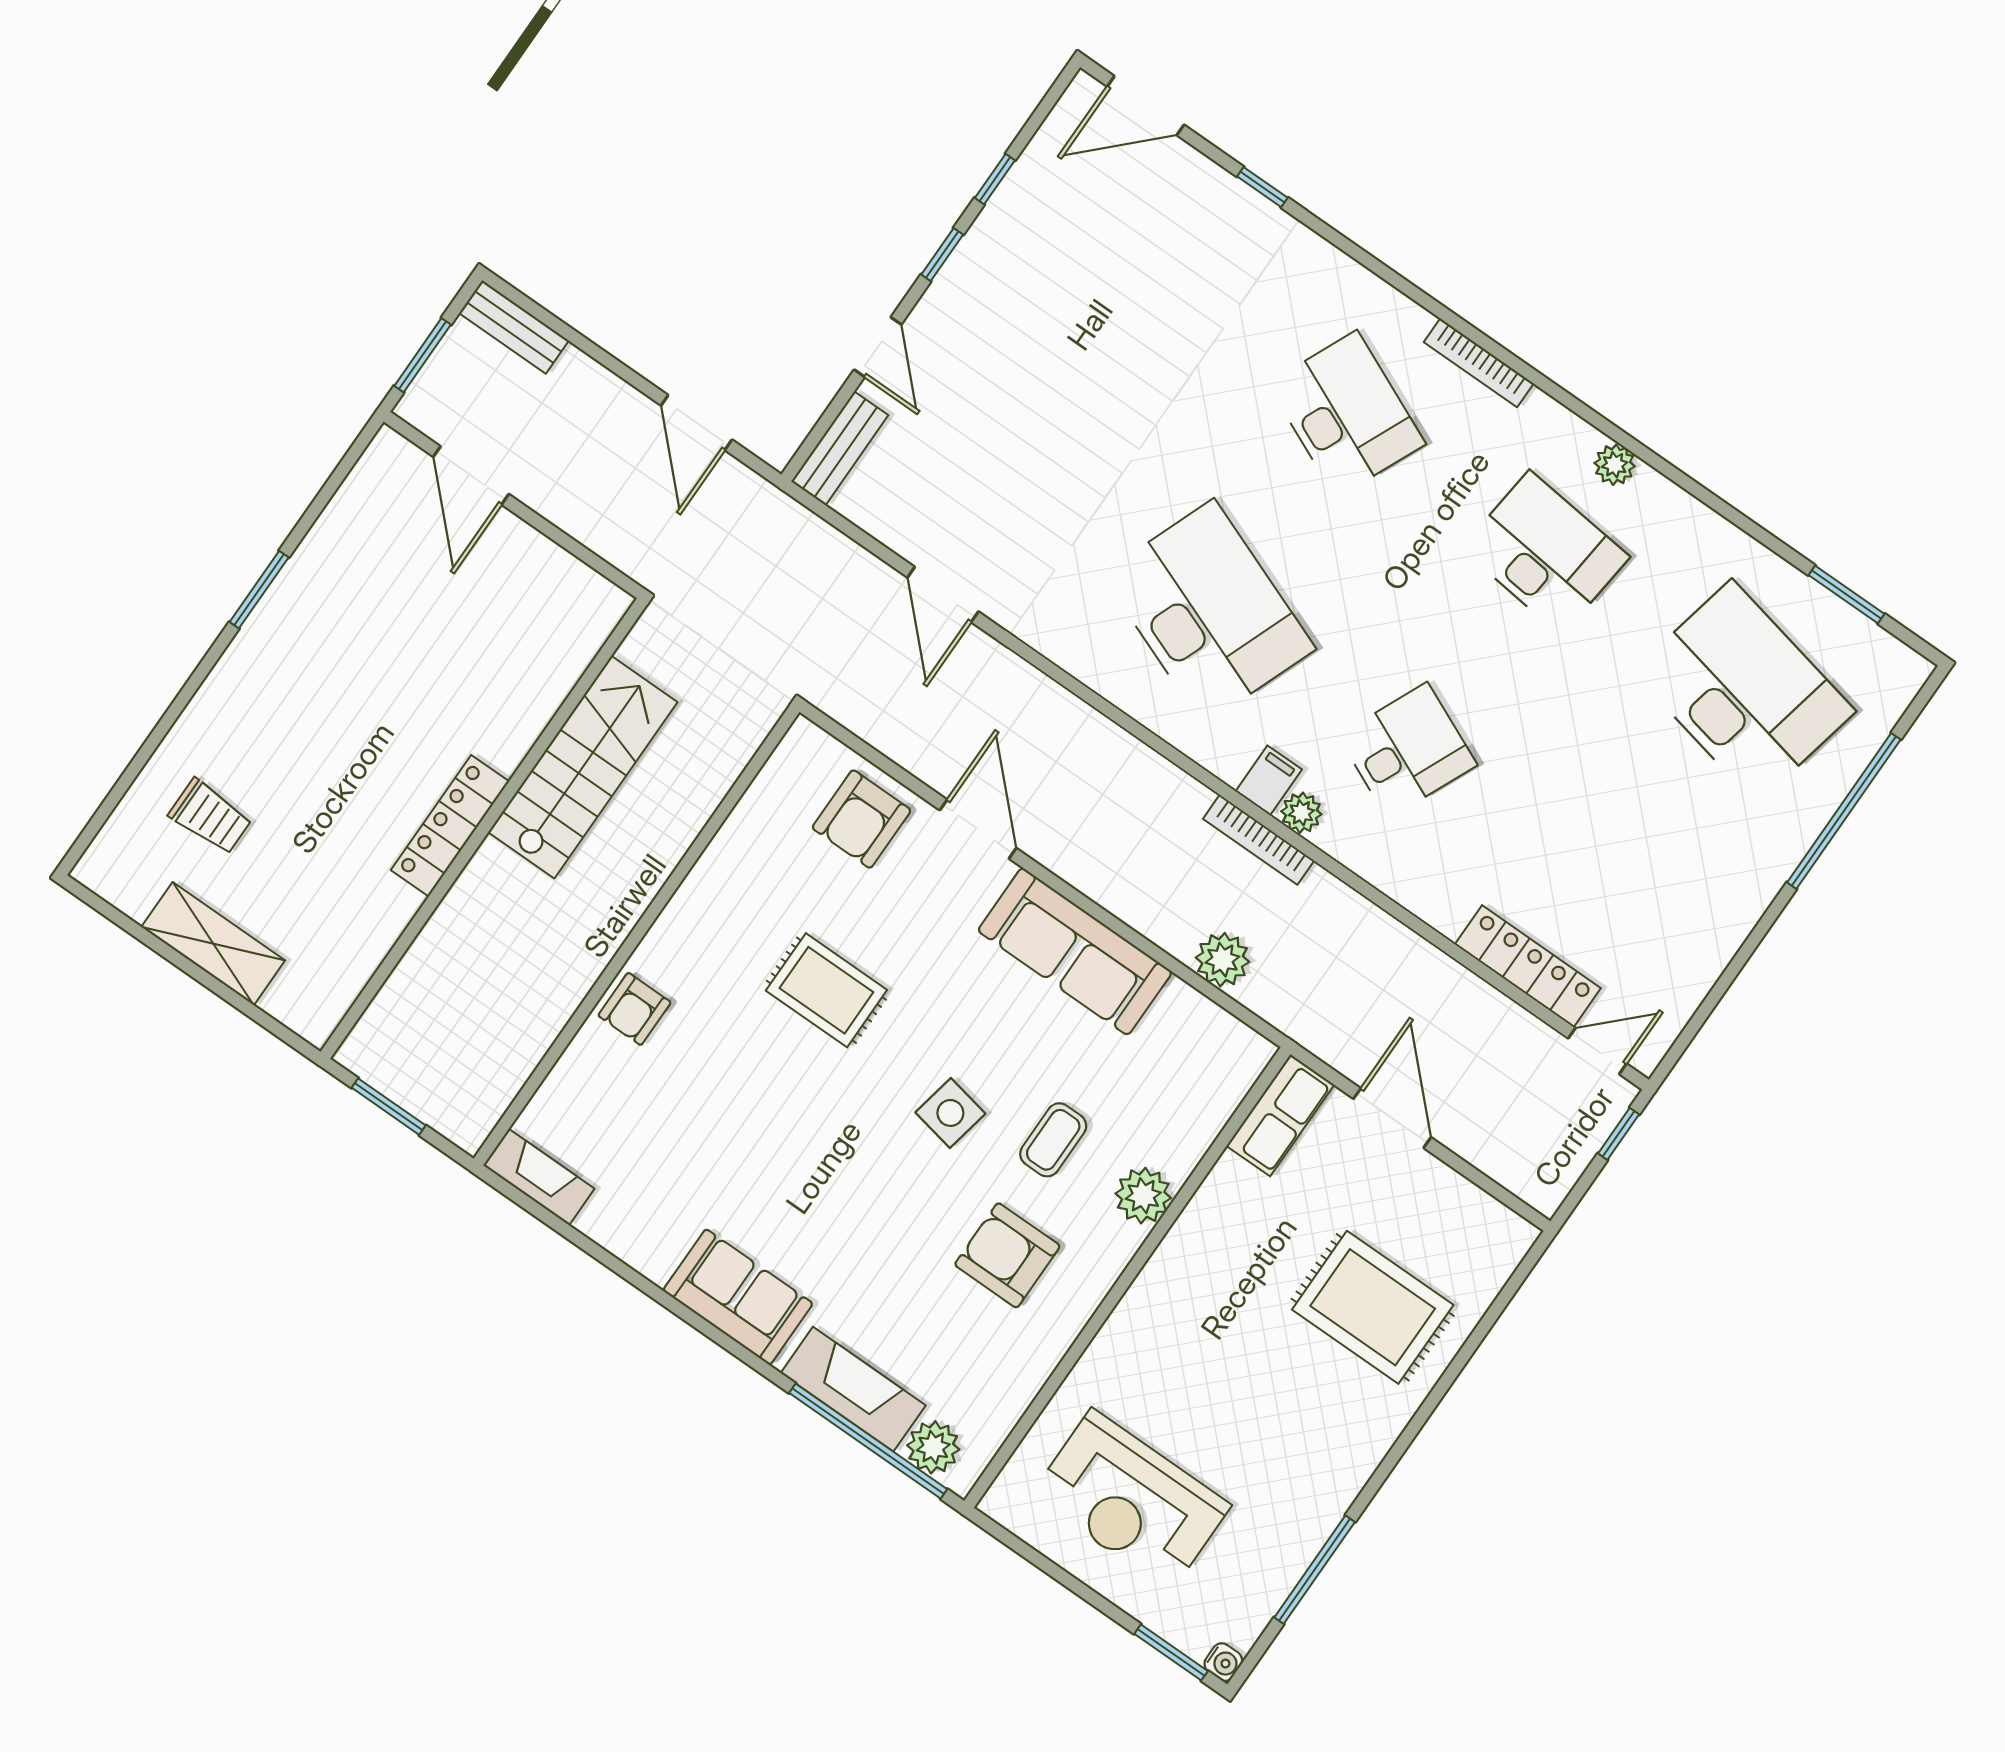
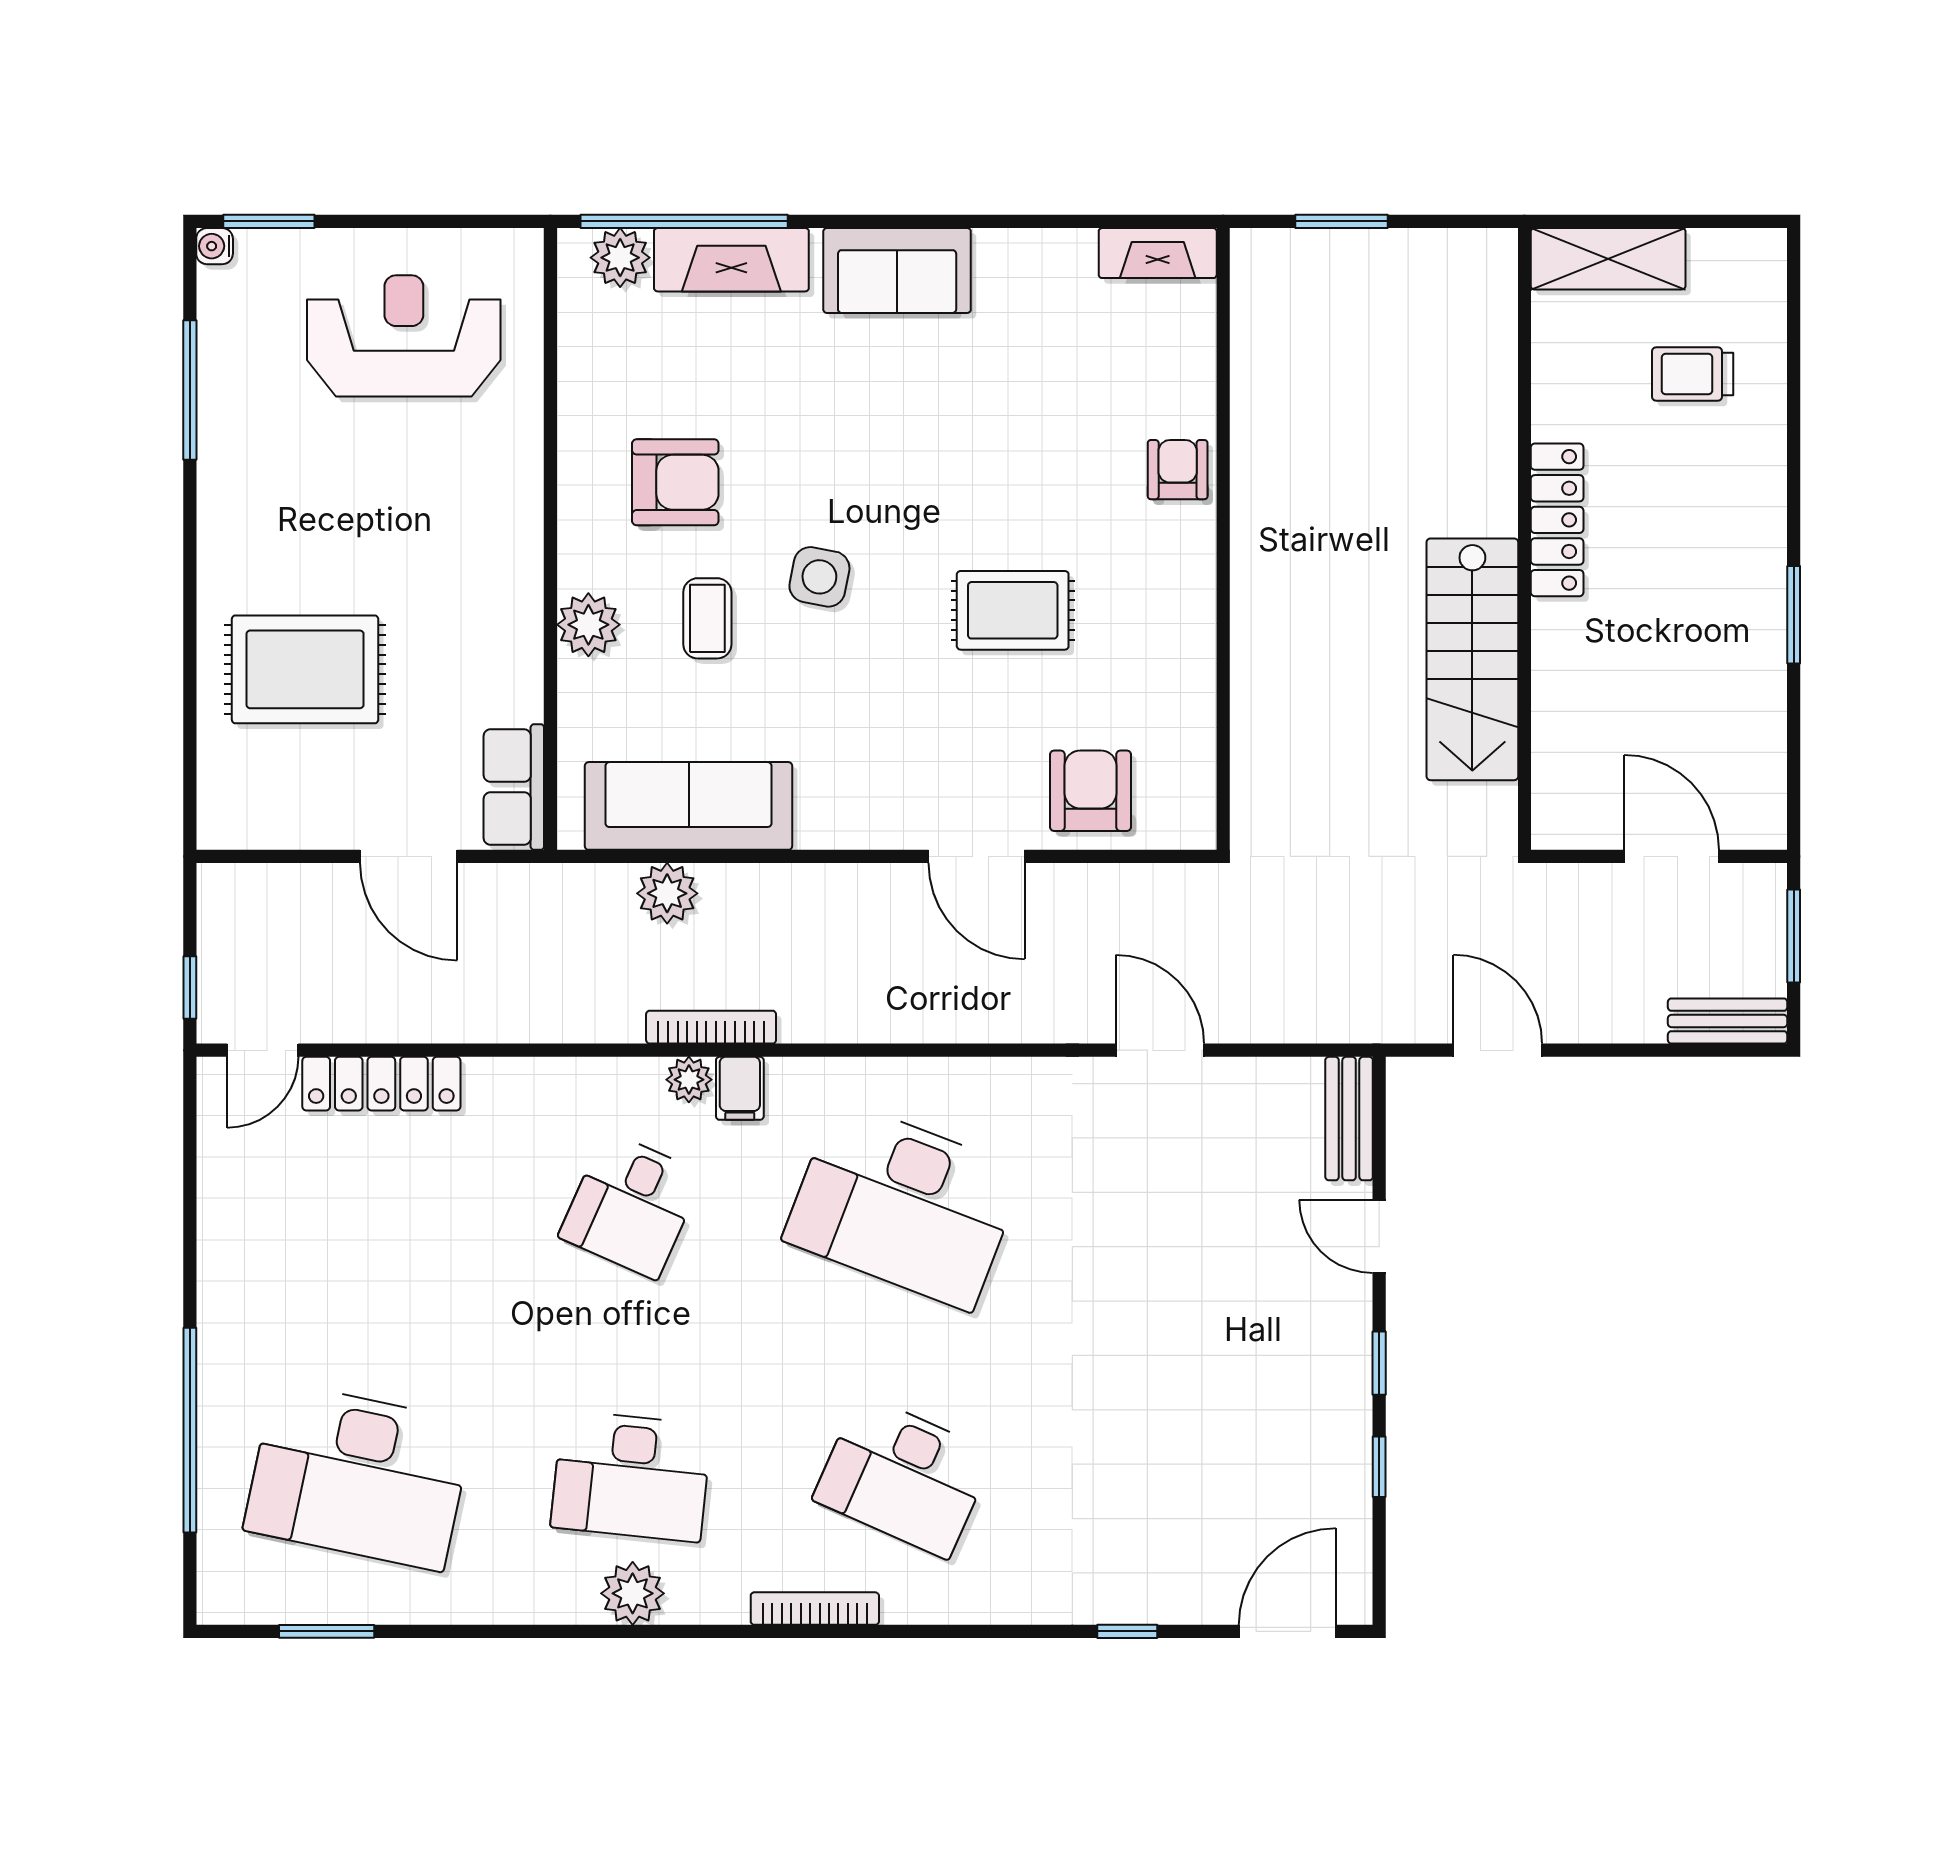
plant: (1615, 465) -> (633, 1593), width x1.38, depth x1.38
stairs: (583, 767) -> (1472, 659), moved
locker: (450, 826) -> (1557, 520), moved
wall: (484, 828) -> (1524, 539), moved
sofa: (1075, 951) -> (689, 806), moved

